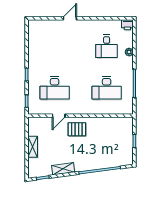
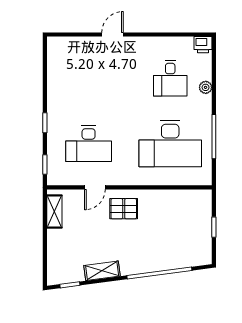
desk: (107, 88) -> (170, 144), width x1.36, depth x1.30
shelving: (33, 147) -> (54, 212), moved

